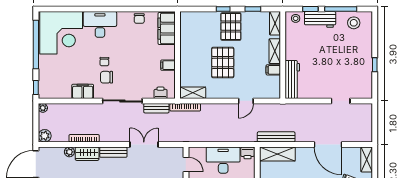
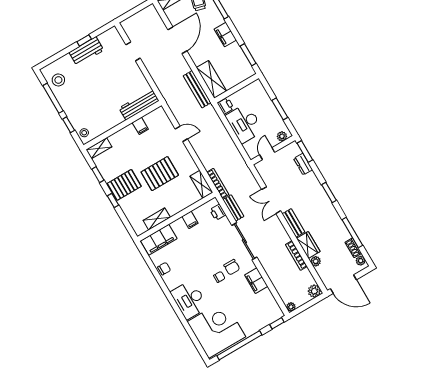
workbench: (320, 19) -> (86, 51), moved, turned 90
shelving: (275, 51) -> (157, 219), moved

